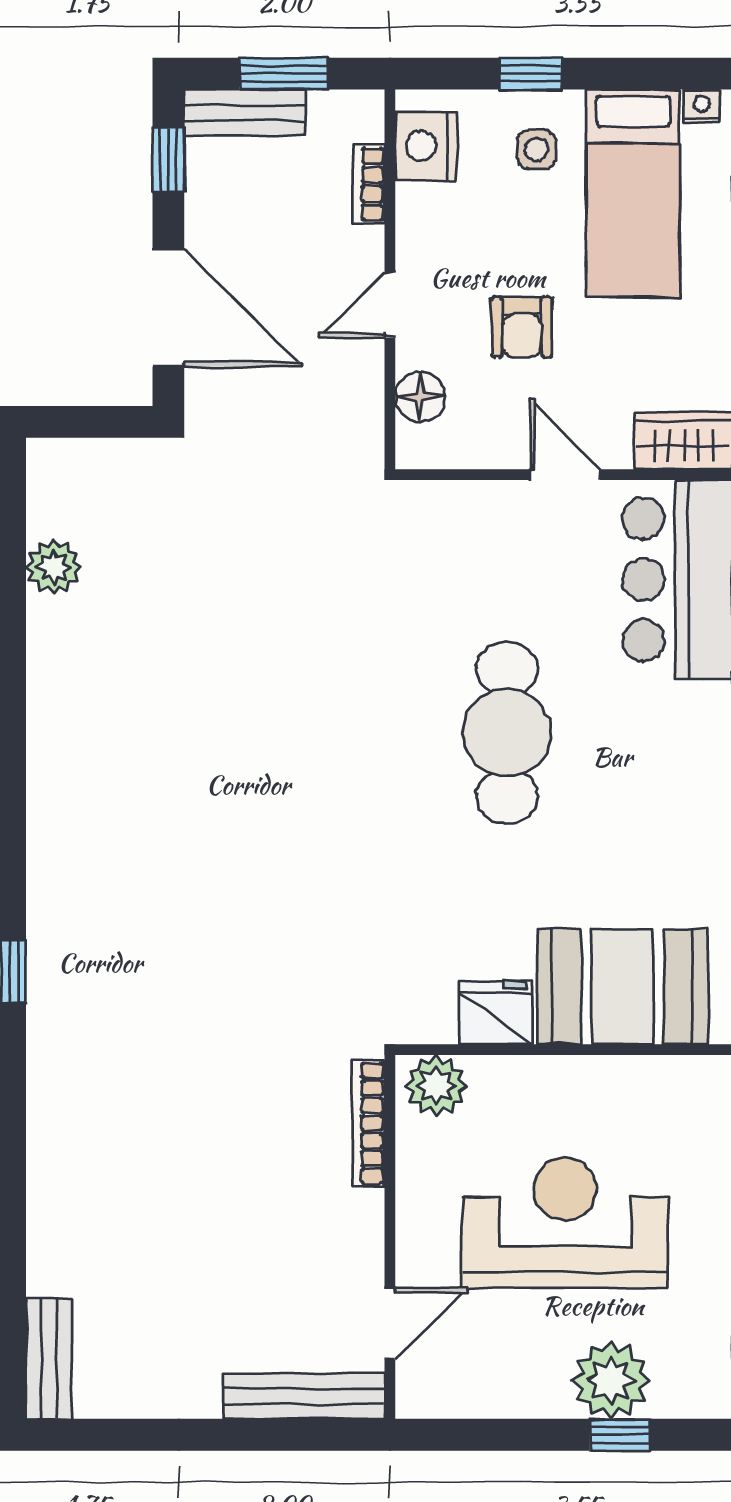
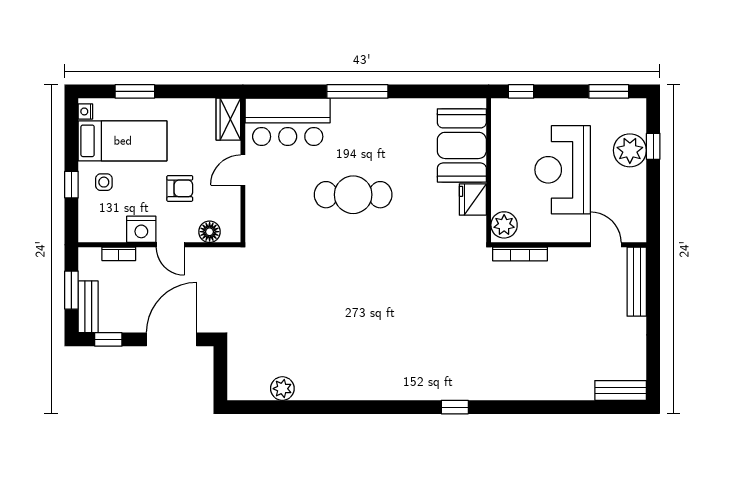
nightstand: (426, 146) -> (141, 229), moved

